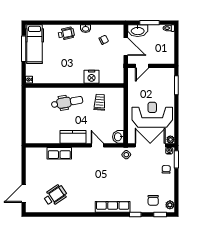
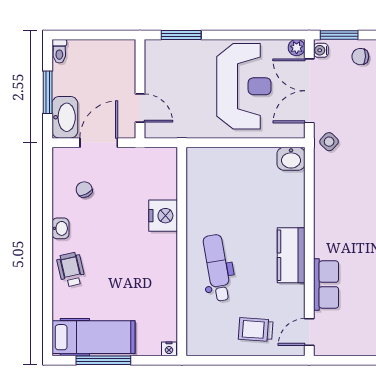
trolley: (100, 102) -> (256, 330), moved
reception desk: (152, 115) -> (244, 86), turned 180
door: (97, 145) -> (309, 332), moved

